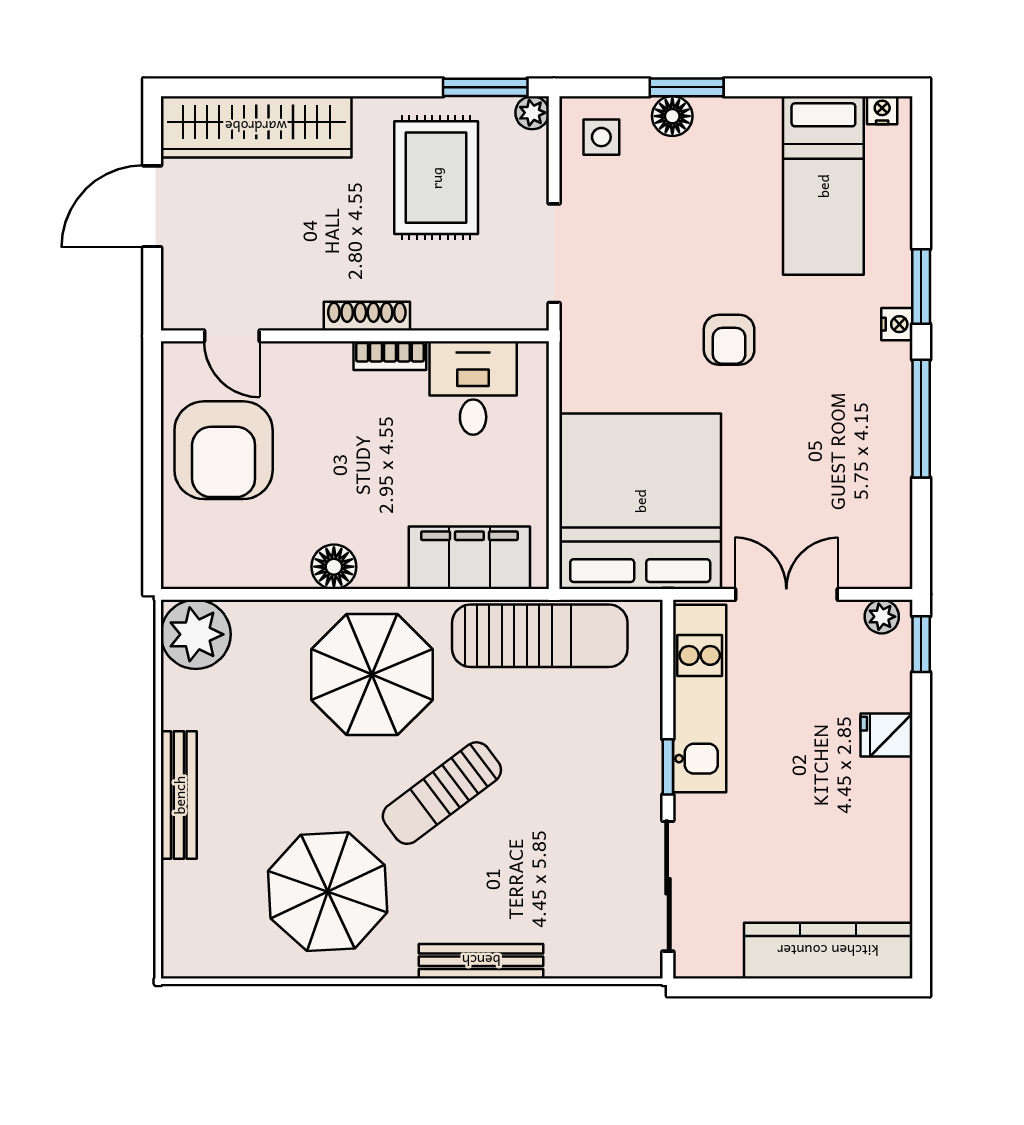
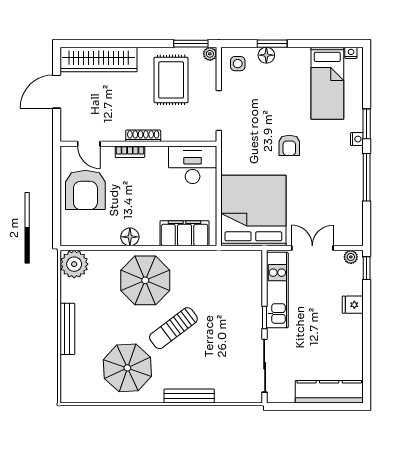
bookcase: (390, 356) -> (130, 152), moved
desk: (473, 388) -> (193, 165), width x1.37
sun lounger: (540, 636) -> (213, 265), removed

